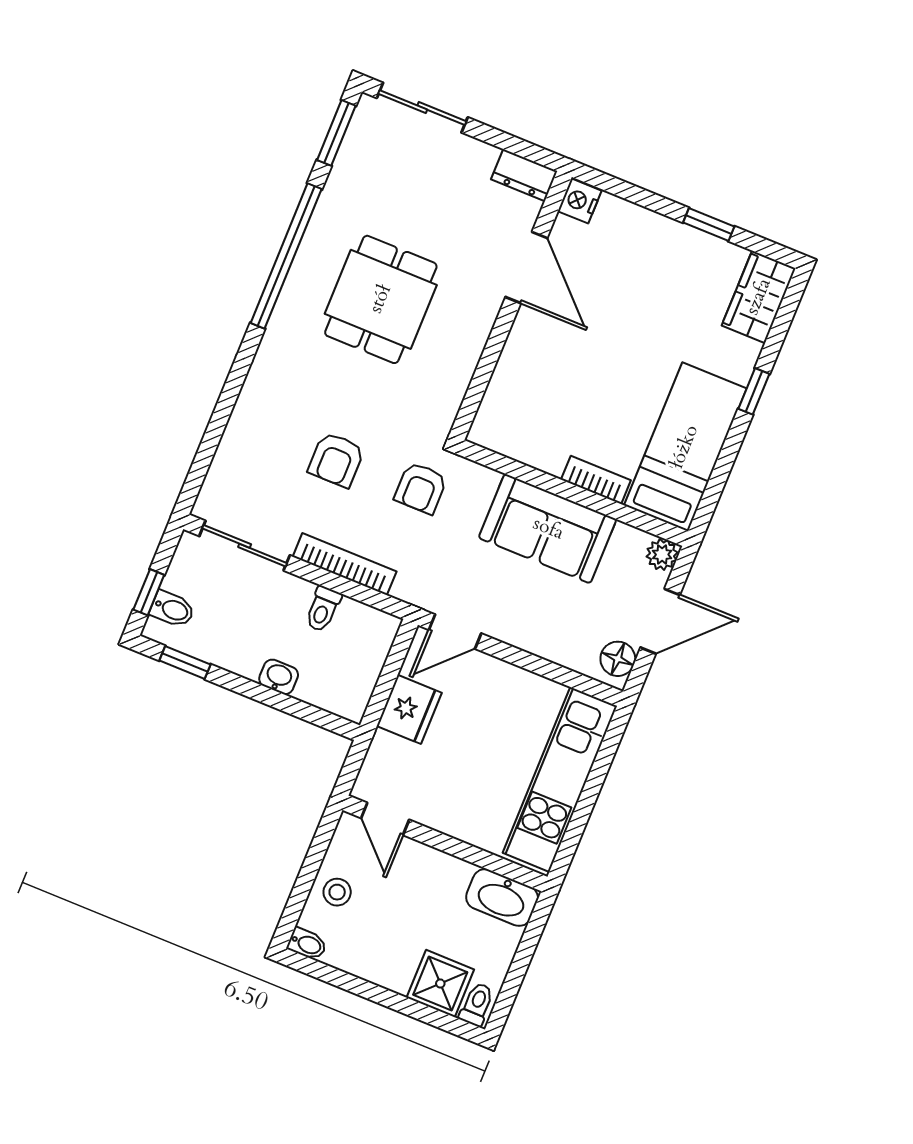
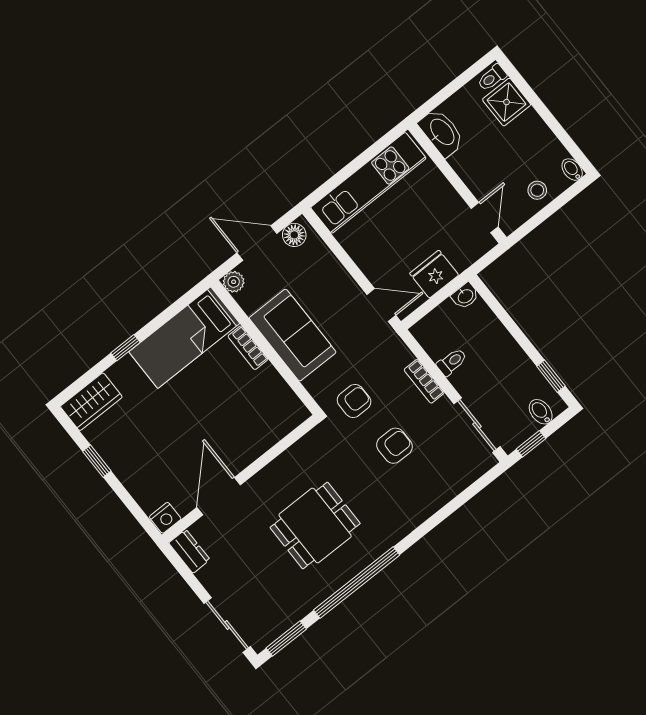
bookcase: (345, 564) -> (424, 381), width x0.64
window: (149, 592) -> (531, 444), moved
washbasin: (279, 677) -> (465, 296), moved, turned -90

